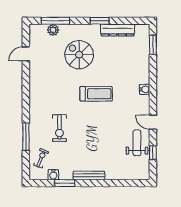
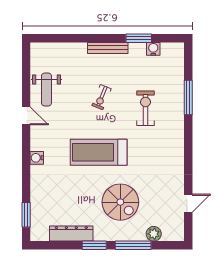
window: (55, 21) -> (133, 245), moved
treadmill: (96, 94) -> (99, 152), width x1.37, depth x1.38
window: (153, 153) -> (26, 77), removed
exercise bike: (41, 158) -> (102, 97), moved

